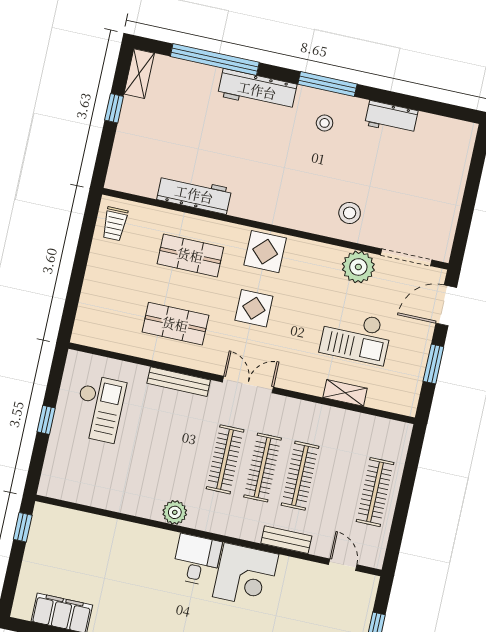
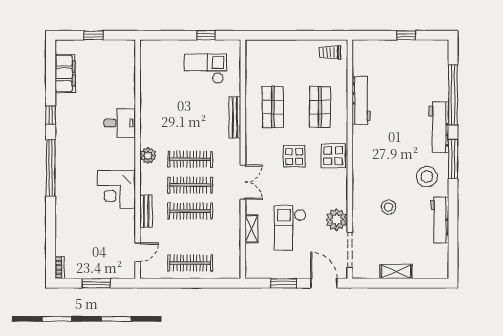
shelving: (139, 74) -> (396, 272), moved
window: (327, 84) -> (453, 159), moved
workbench: (391, 118) -> (440, 220), width x1.38
stool: (325, 123) -> (427, 176), width x1.89, depth x1.89
stool: (350, 213) -> (389, 207), moved
double door: (248, 385) -> (243, 182), moved
checkout: (99, 409) -> (206, 69), turned 180
window: (46, 420) -> (206, 35), moved
plant: (175, 512) -> (148, 156), moved
window: (23, 527) -> (93, 35), moved
desk: (197, 560) -> (120, 123), moved

